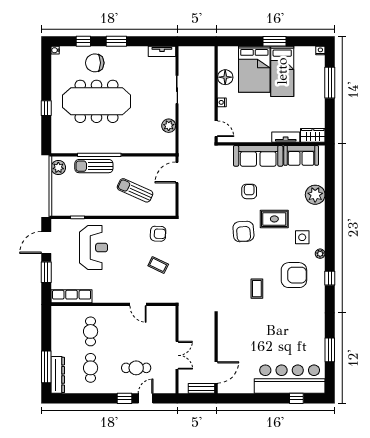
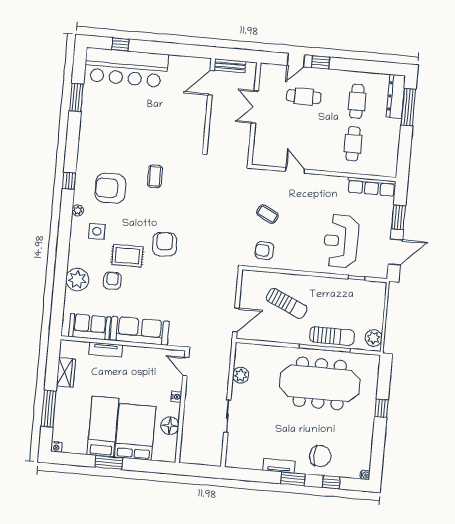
tv unit: (162, 51) -> (279, 466), moved
meeting table: (97, 101) -> (320, 383), moved
wardrobe: (313, 135) -> (66, 373), moved, turned -90
armchair: (249, 191) -> (112, 281), moved, turned 180

